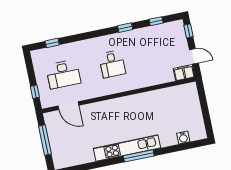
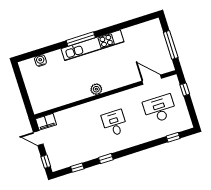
plant: (128, 101) -> (96, 89), added

